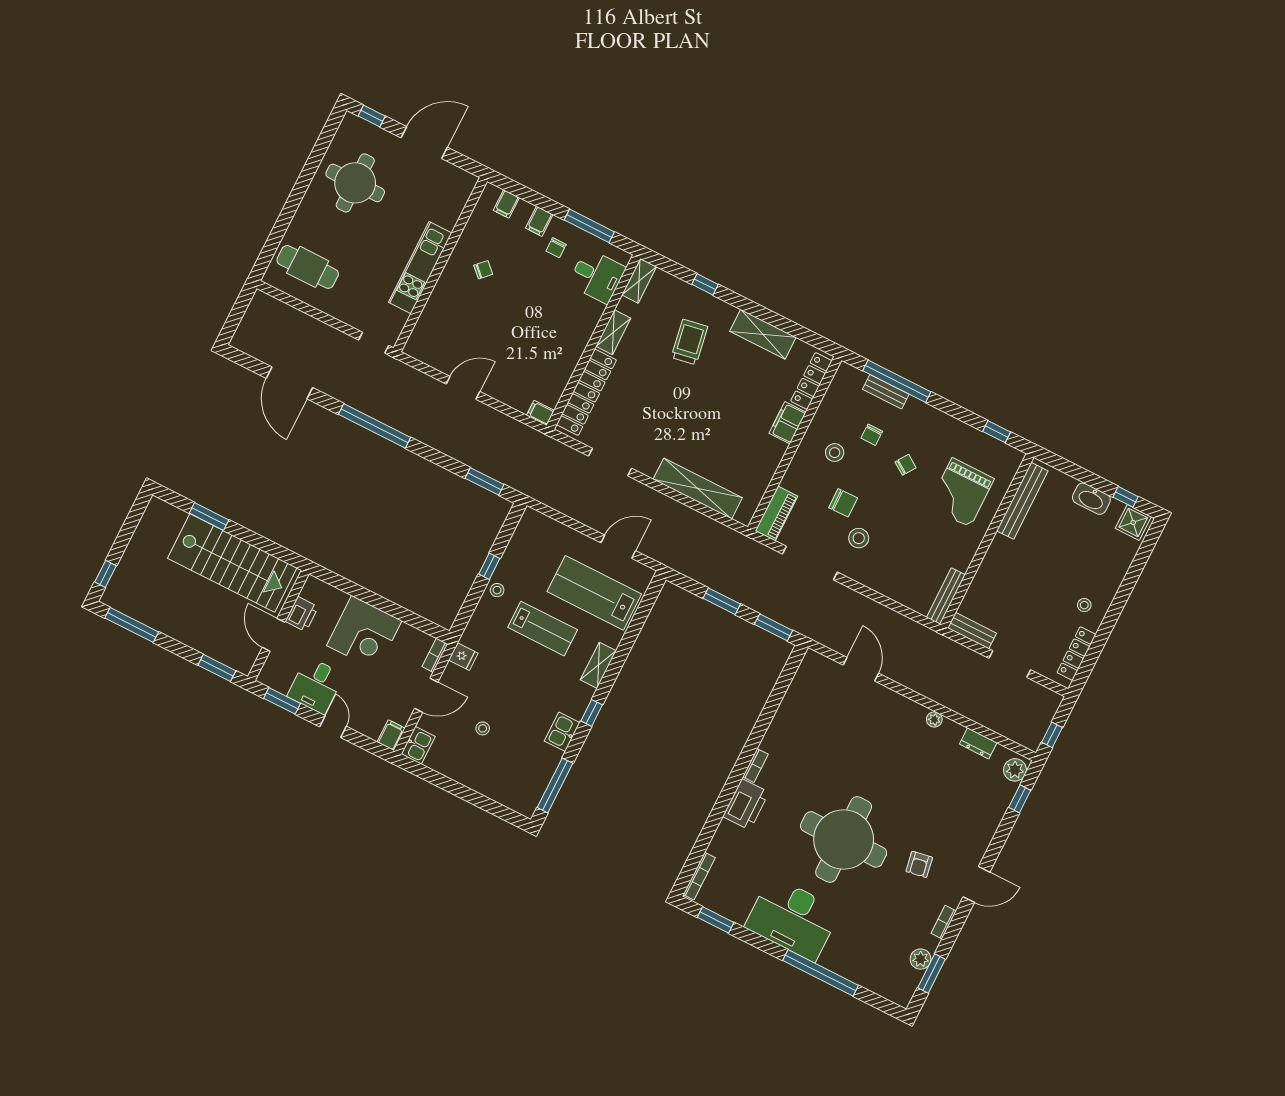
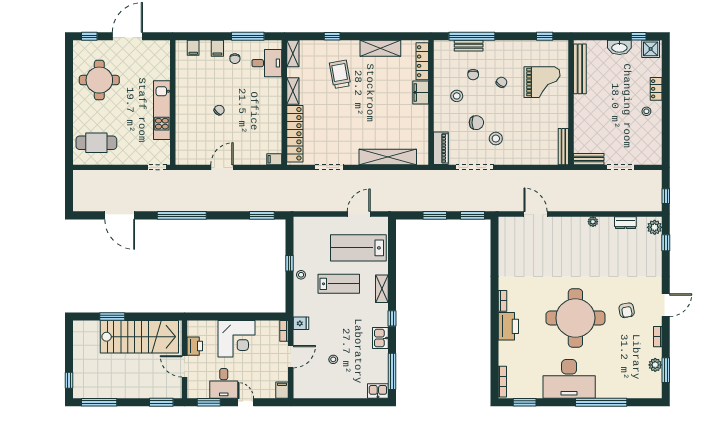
chair: (483, 270) -> (219, 110), moved
grand piano: (961, 492) -> (542, 82), turned -90
locker: (1076, 654) -> (656, 89), moved, width x0.66
kitchen sink: (418, 745) -> (378, 391), moved, turned -90

